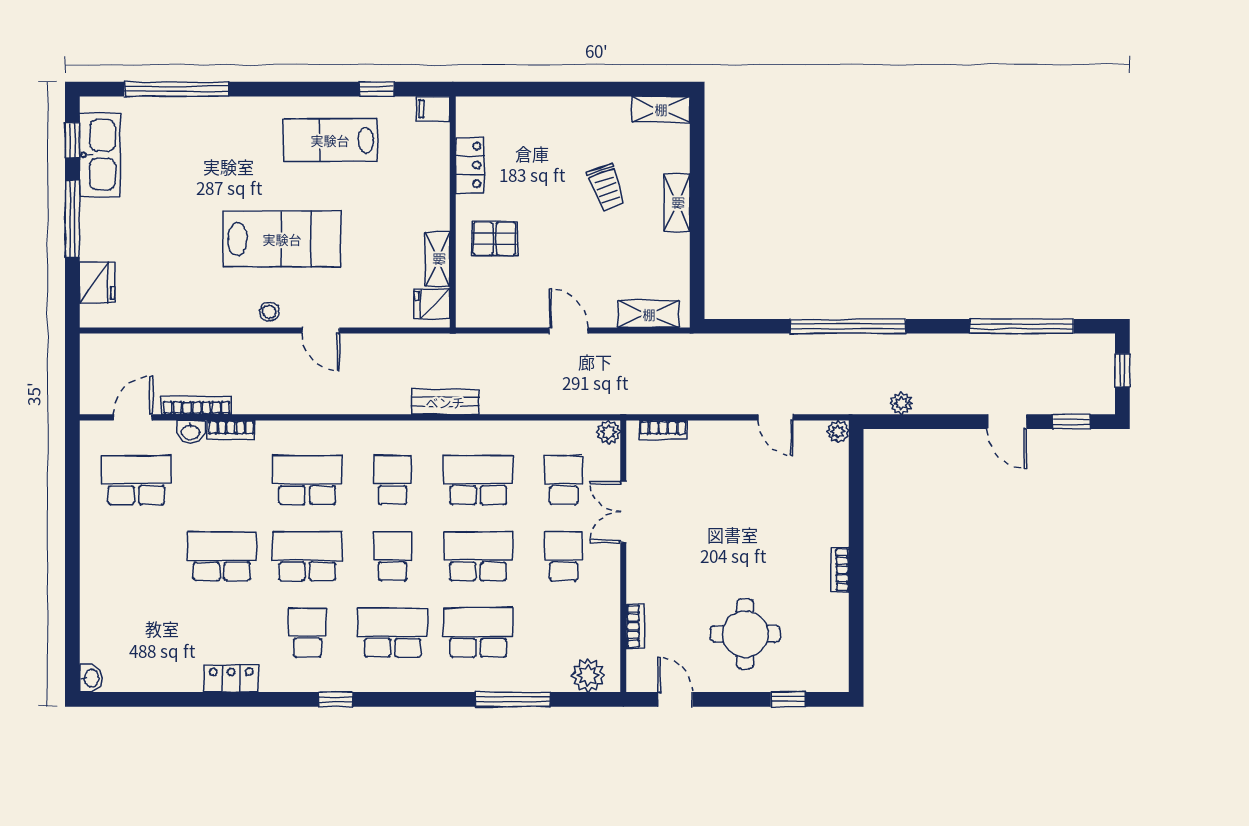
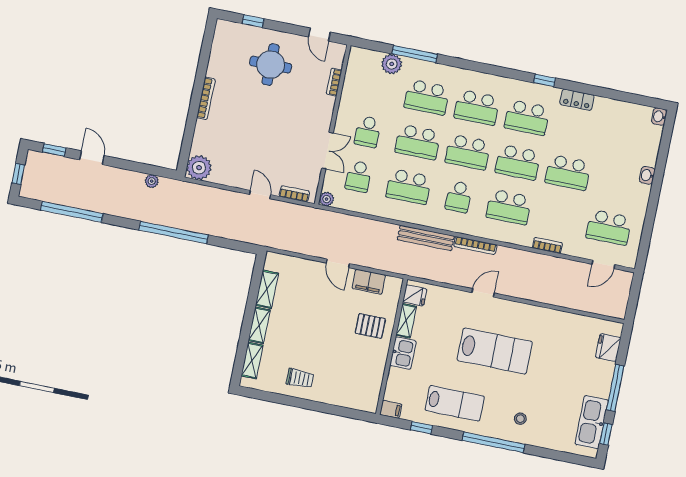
window: (177, 89) -> (493, 442), moved
shelving: (661, 109) -> (252, 360), moved, turned 90
locker: (470, 165) -> (376, 372), removed
trolley: (607, 187) -> (300, 378), moved, turned 109
kitchen sink: (432, 205) -> (403, 353), added
lab bench: (282, 239) -> (495, 351), turned 180
filing cabinet: (512, 311) -> (369, 282), added
stool: (269, 312) -> (520, 419), moved
shelving: (649, 314) -> (267, 289), moved, turned 90
door: (321, 331) -> (483, 293), hinge flipped
bench: (445, 402) -> (426, 238), width x1.36
bookcase: (197, 405) -> (475, 246), moved
door: (776, 417) -> (260, 195), moved
plant: (838, 431) -> (199, 168), width x1.88, depth x1.88
washbasin: (191, 432) -> (647, 175), moved, turned -90
school desk: (393, 556) -> (468, 152), width x1.85
bookcase: (840, 570) -> (206, 98), width x1.56
school desk: (307, 633) -> (527, 118), width x1.85
plant: (588, 675) -> (392, 64), moved
window: (336, 699) -> (545, 80), moved

